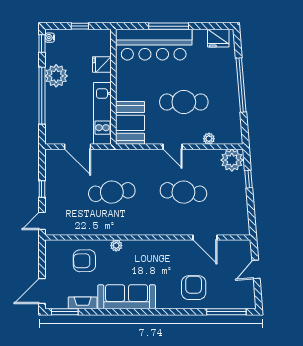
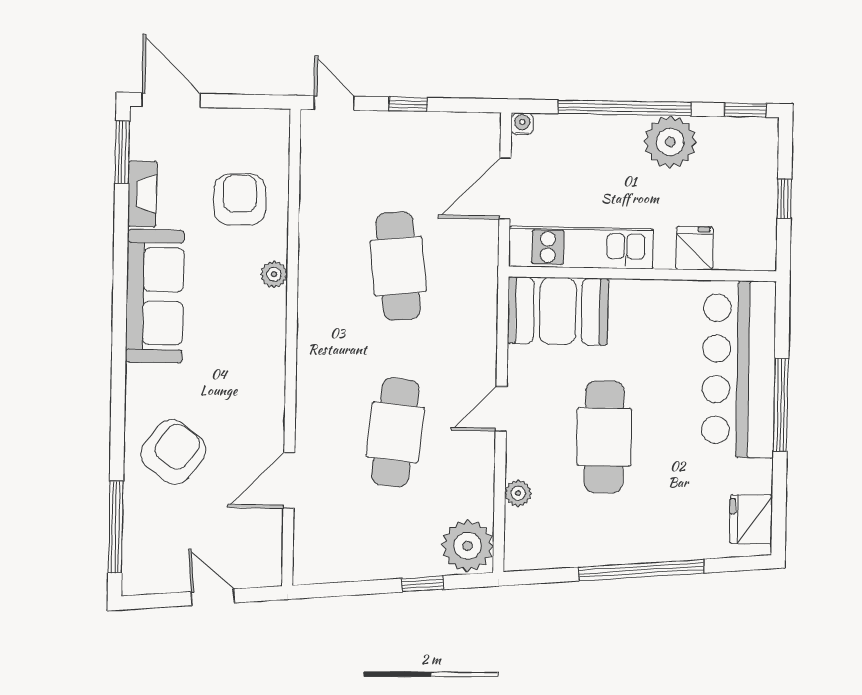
water cooler: (50, 38) -> (522, 124), moved
armchair: (194, 288) -> (173, 452), turned -53

